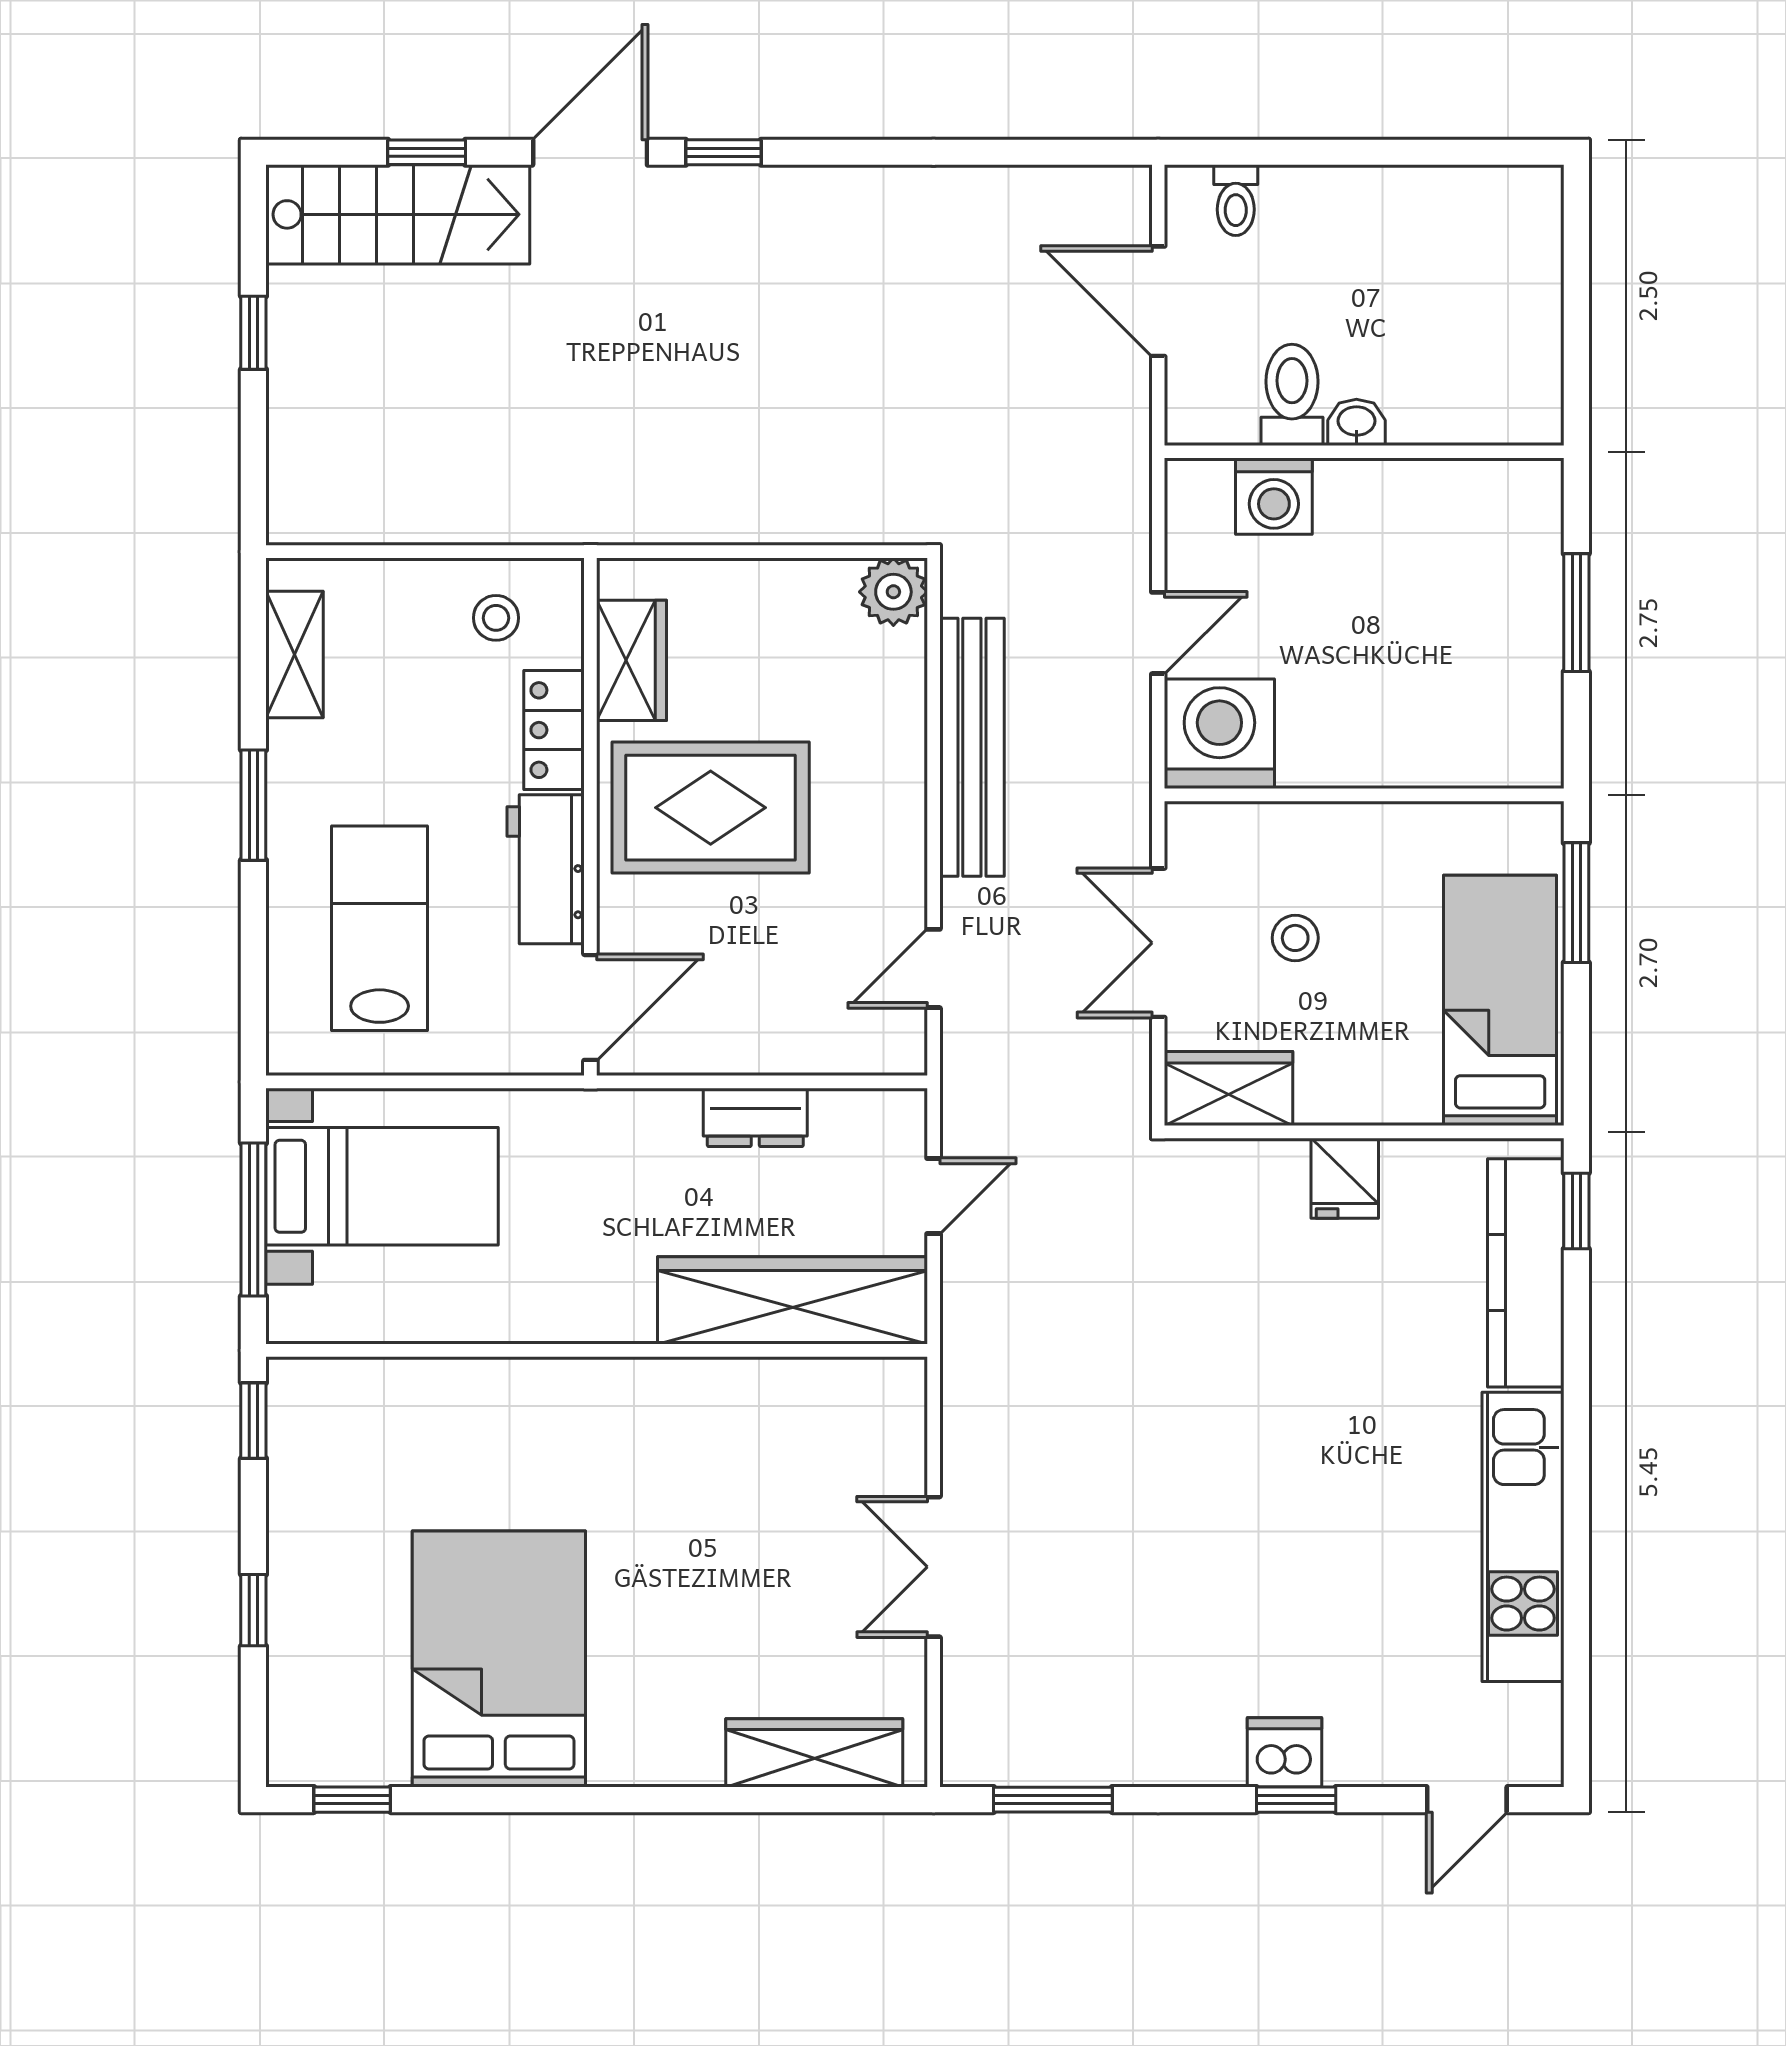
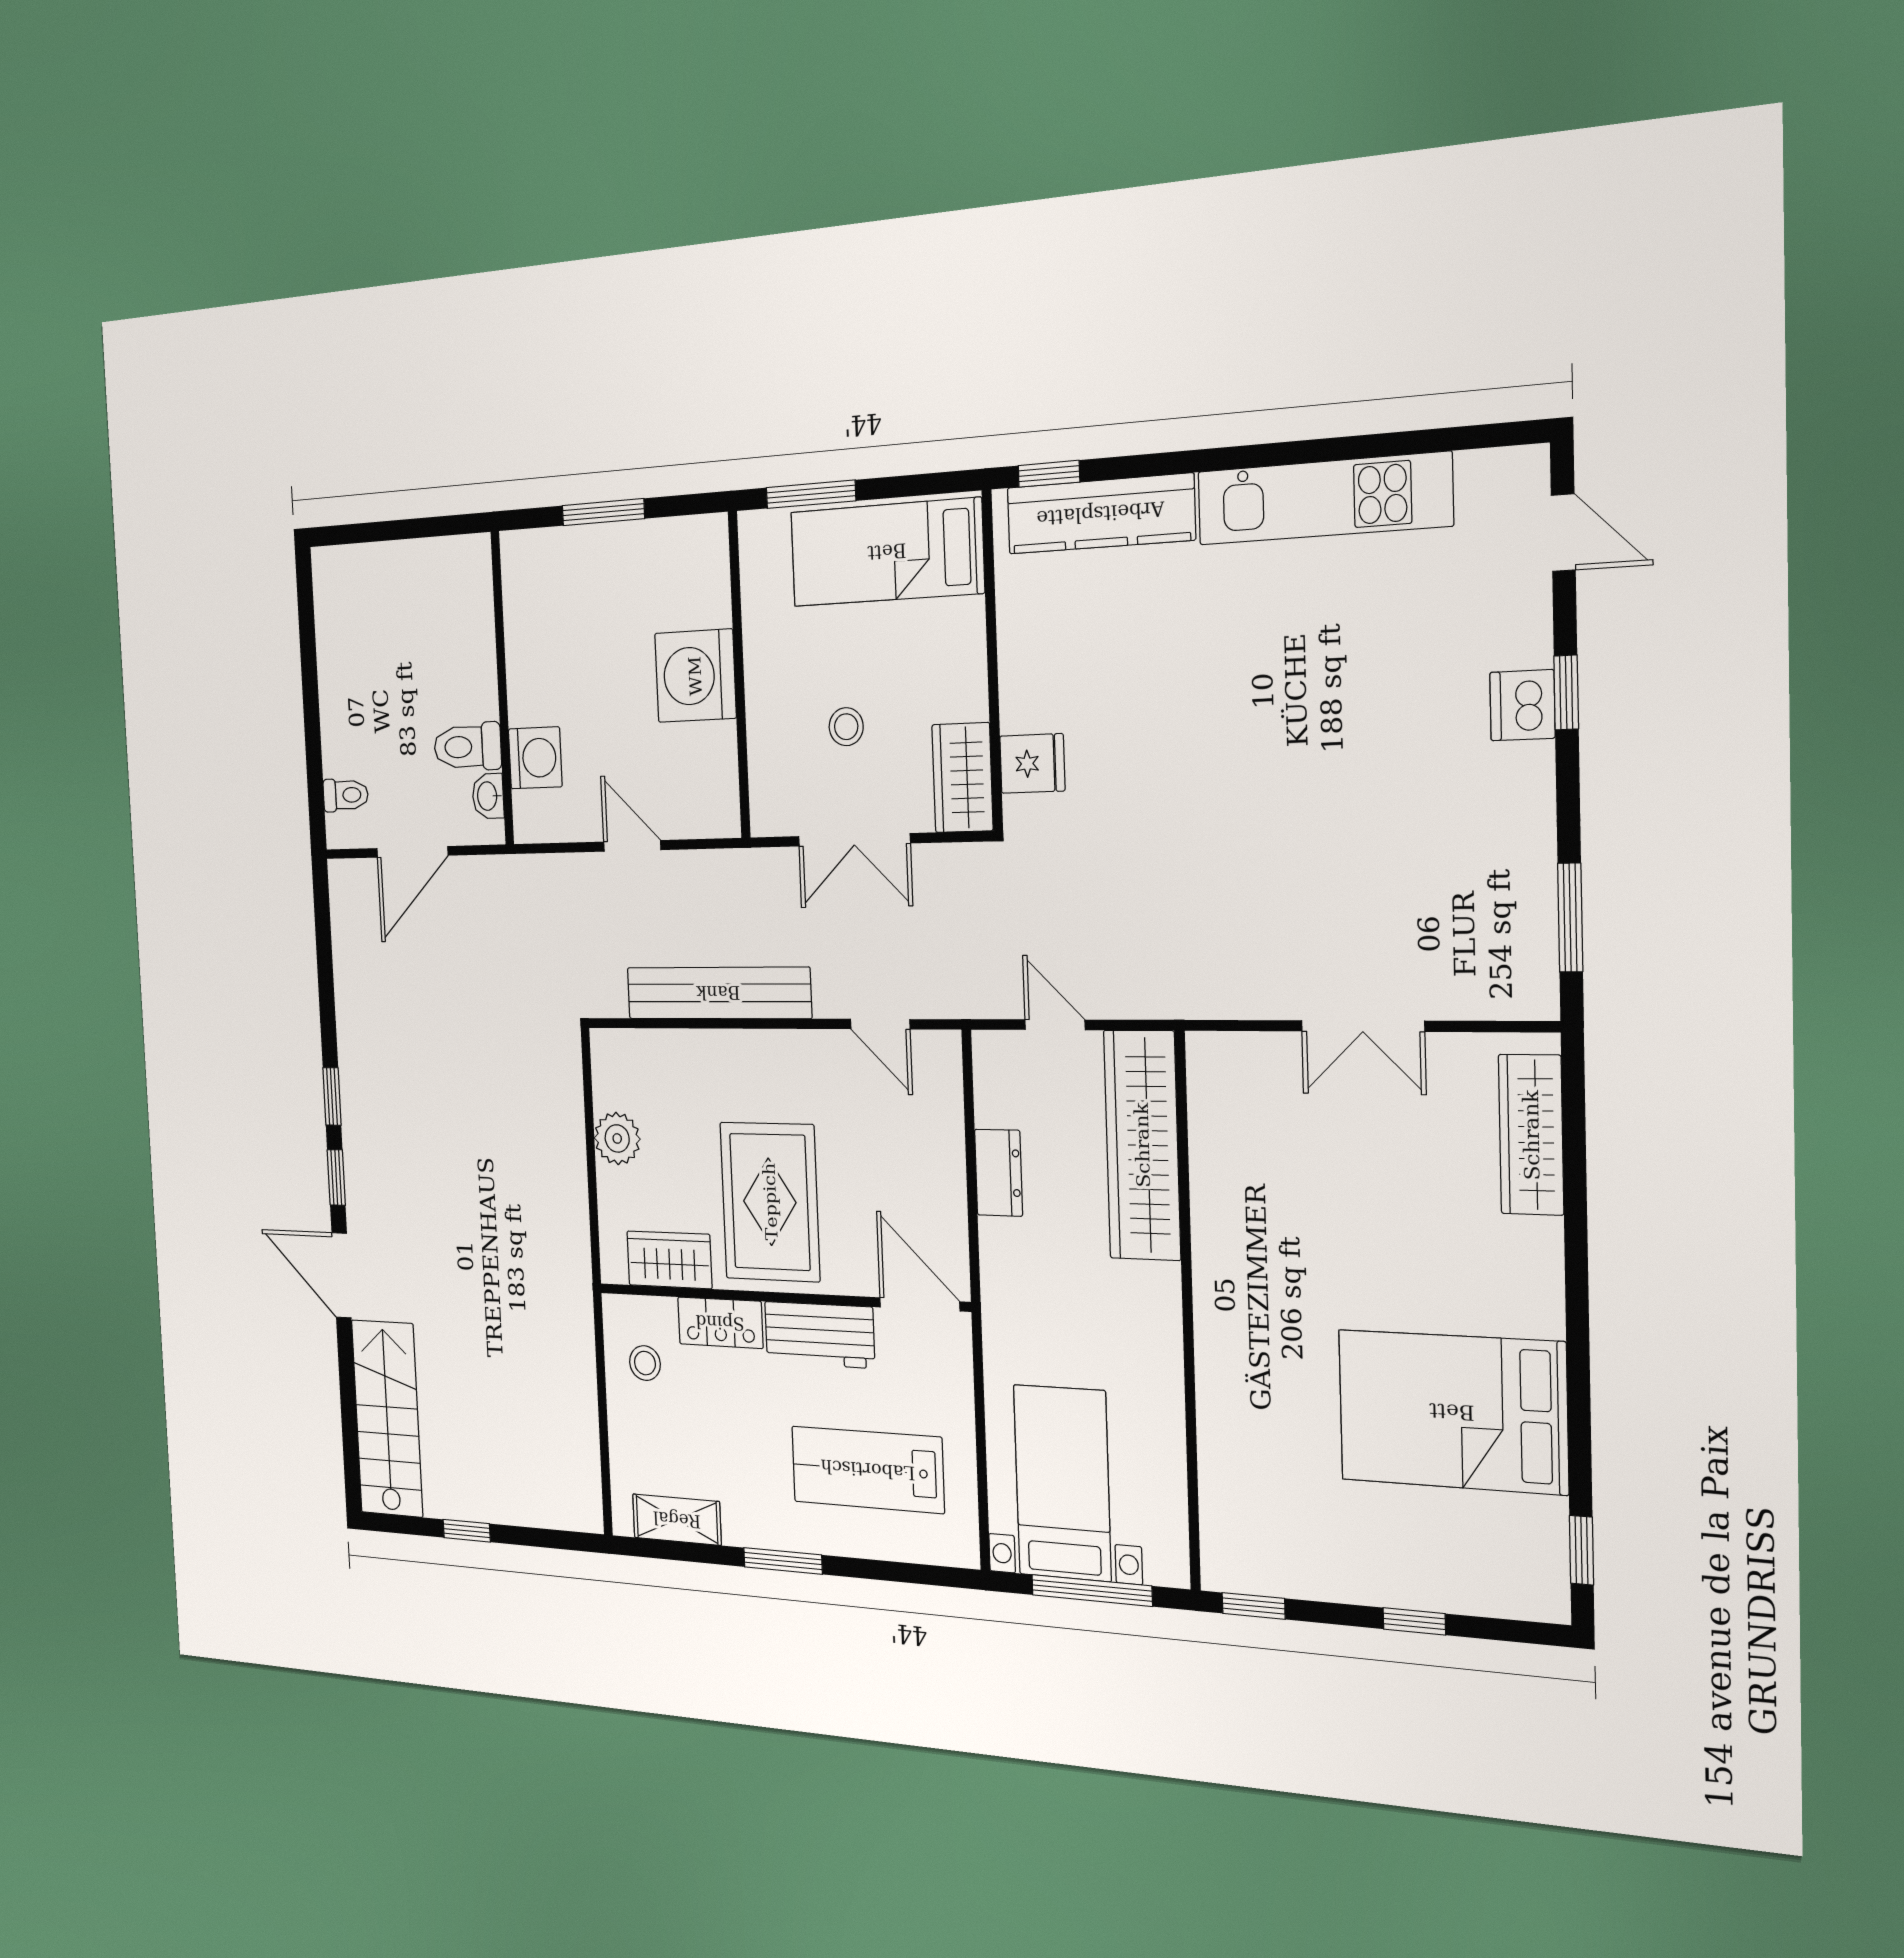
window: (427, 152) -> (332, 1096), moved
washbasin: (1356, 422) -> (488, 796), moved
plant: (893, 592) -> (617, 1138), moved
washing machine: (1219, 734) -> (695, 676), moved
fridge: (1345, 1178) -> (1032, 763), moved

